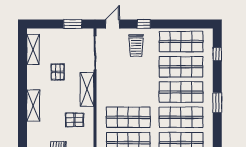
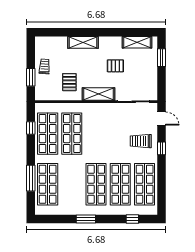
window: (73, 24) -> (161, 58), moved
shop shelf: (181, 117) -> (72, 184), removed

